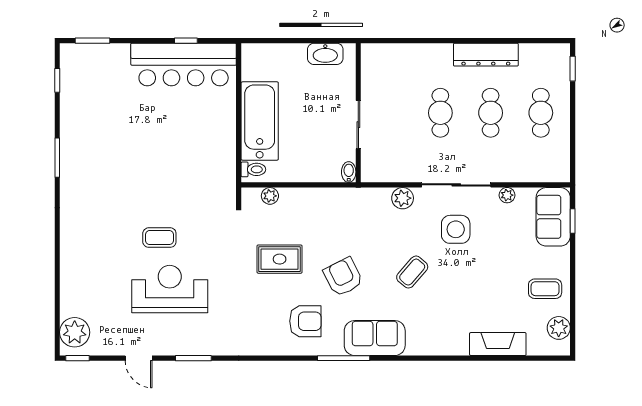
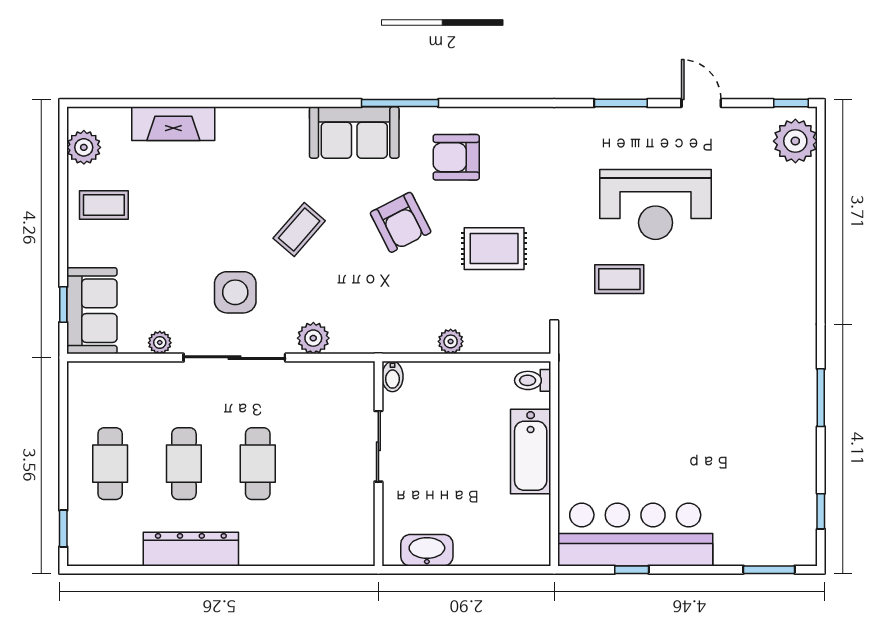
bathtub: (260, 121) -> (531, 452), width x0.73, depth x0.73
plant: (270, 196) -> (451, 341), moved
coffee table: (159, 238) -> (619, 279), moved

